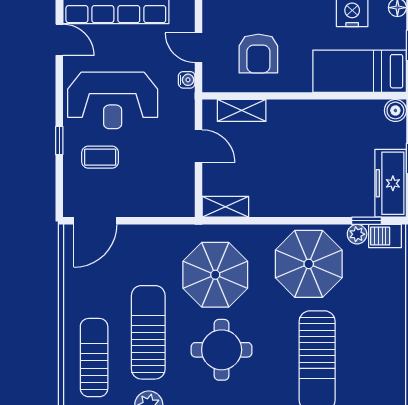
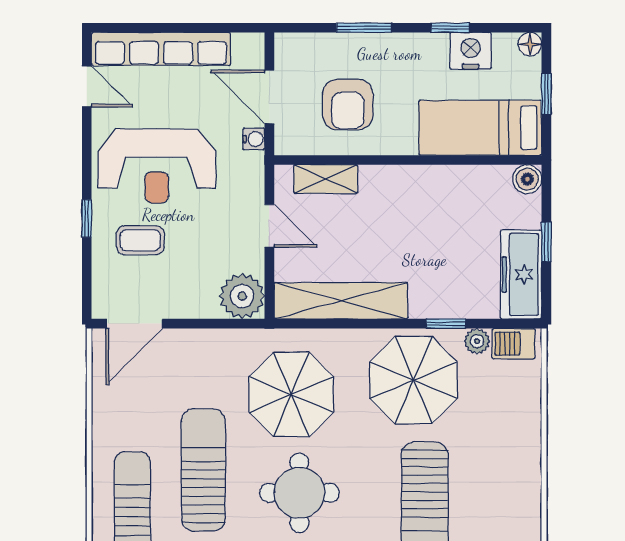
door: (199, 48) -> (269, 97), width x1.38
plant: (178, 200) -> (242, 296), added
shelving: (225, 207) -> (341, 301), width x2.20, depth x1.33
window: (366, 221) -> (446, 324), moved

